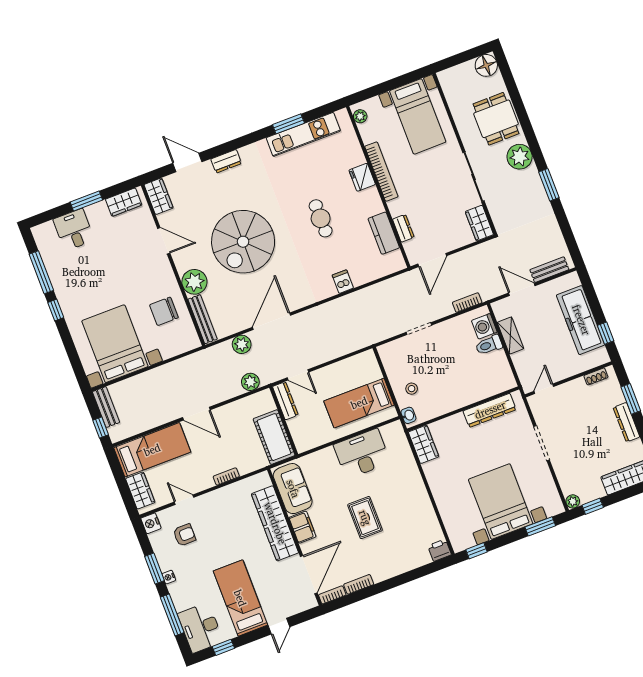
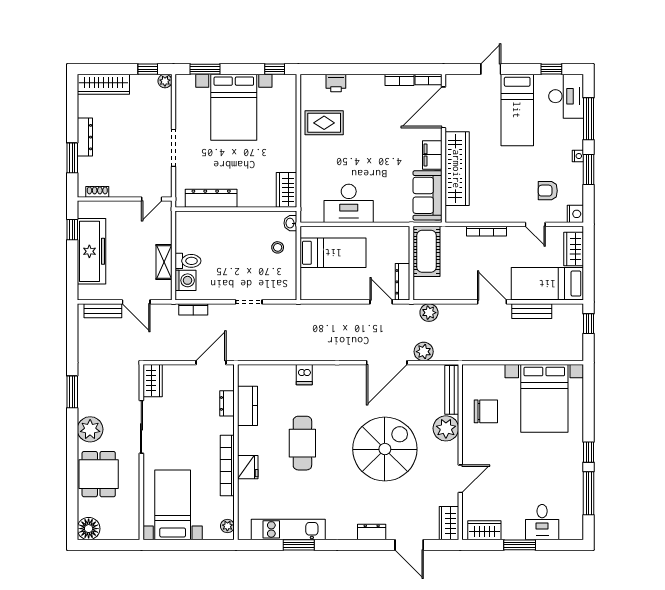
cafe table: (321, 218) -> (302, 443), width x1.37, depth x1.35
door: (164, 241) -> (460, 479), swing flipped
bench: (106, 407) -> (532, 311), moved, turned 90
bookcase: (226, 476) -> (486, 231), width x1.56
rug: (365, 518) -> (324, 123), moved, turned 90
printer: (439, 550) -> (336, 83), moved

